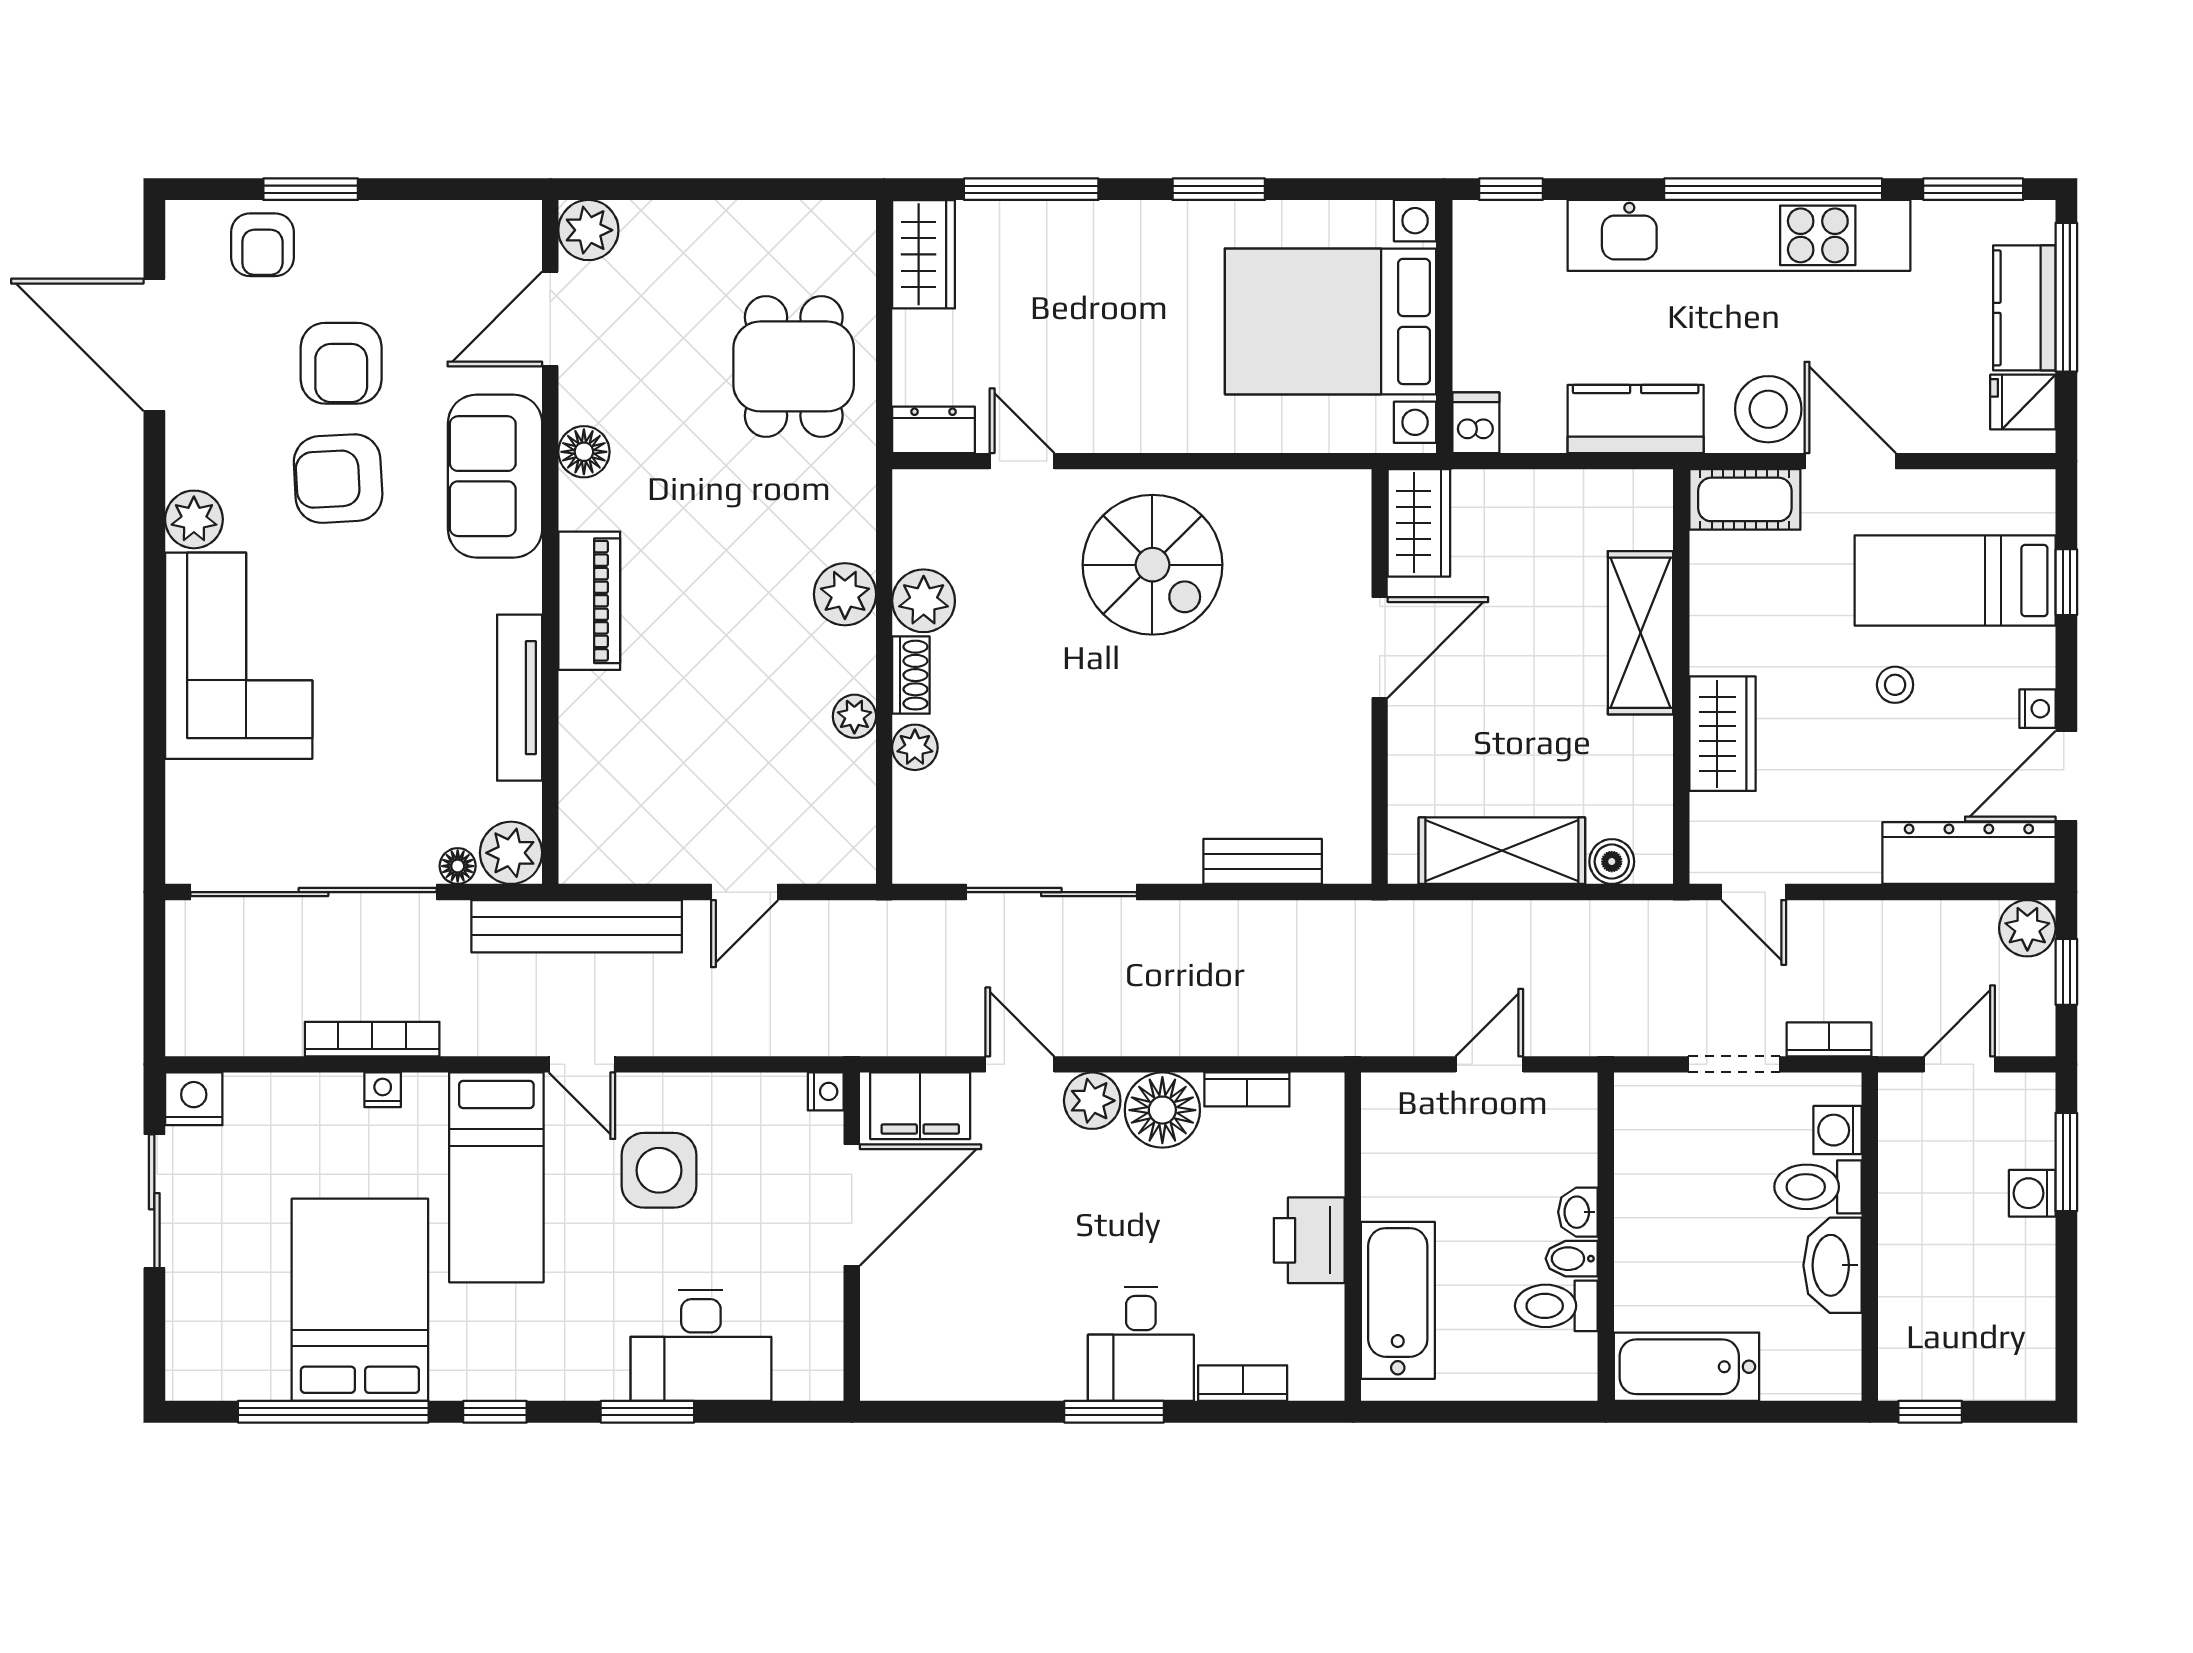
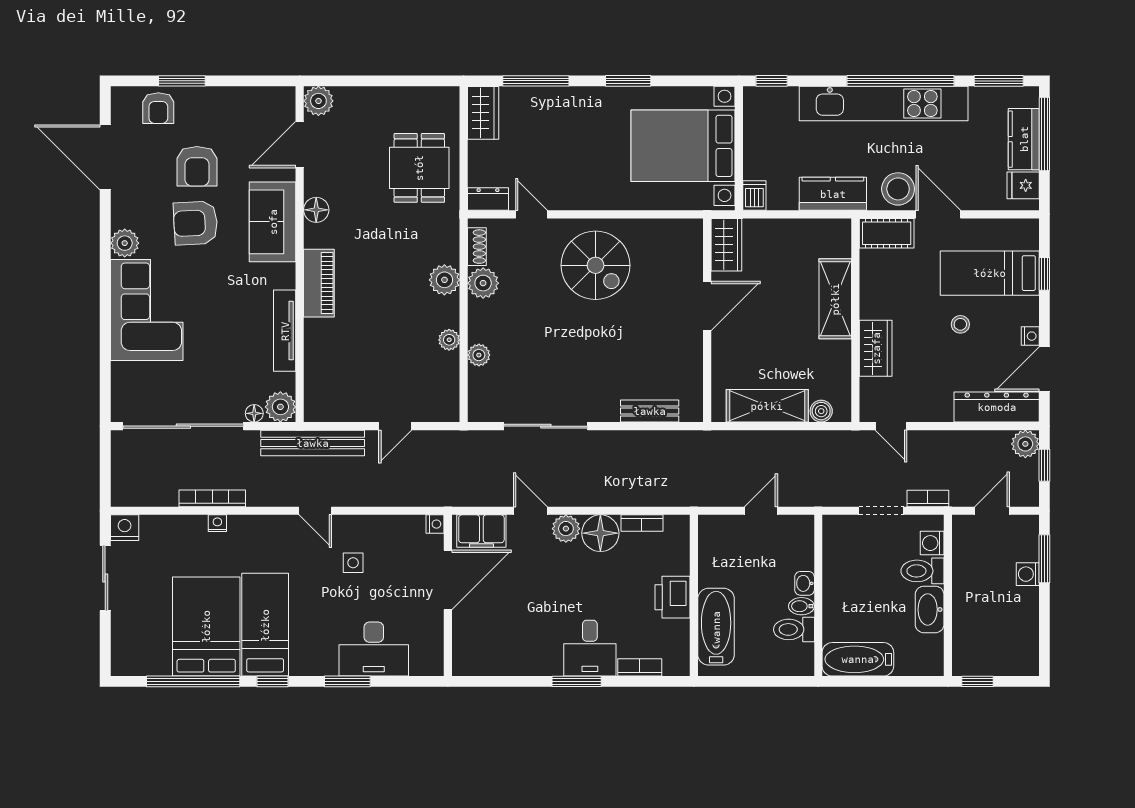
shoe rack: (911, 675) -> (477, 247), moved
side table: (659, 1170) -> (353, 563), width x0.54, depth x0.54
bed: (496, 1177) -> (265, 625), moved, turned 180

